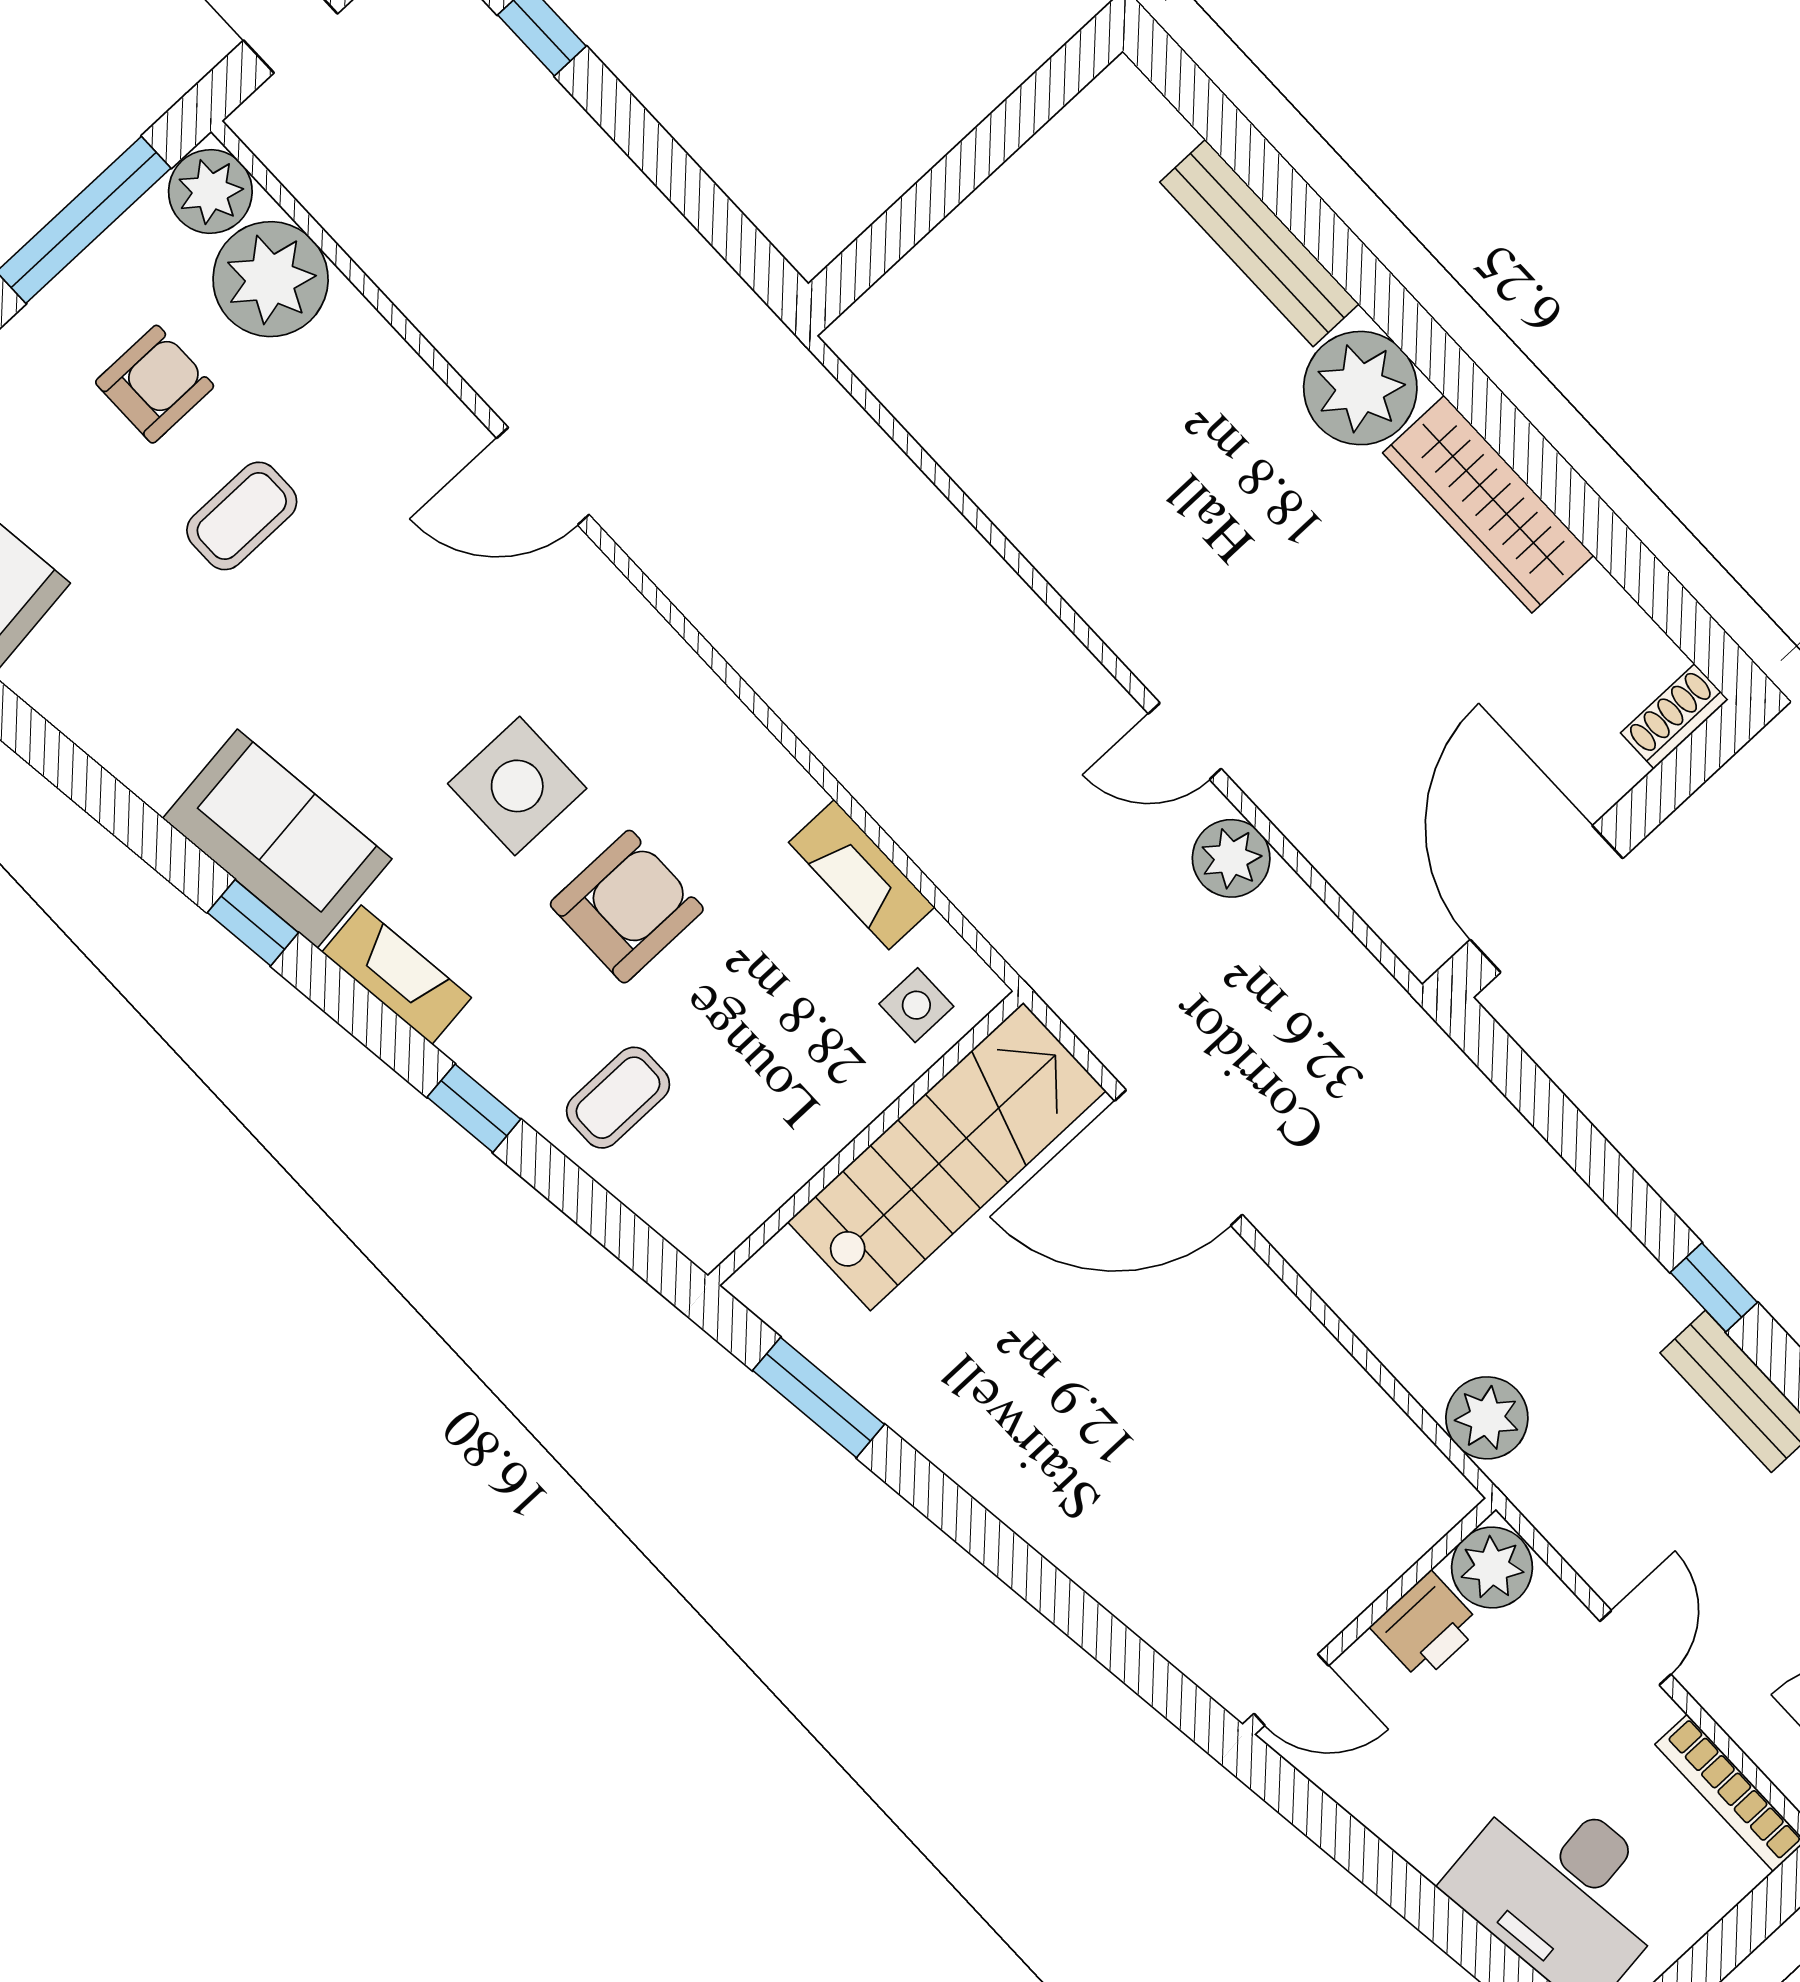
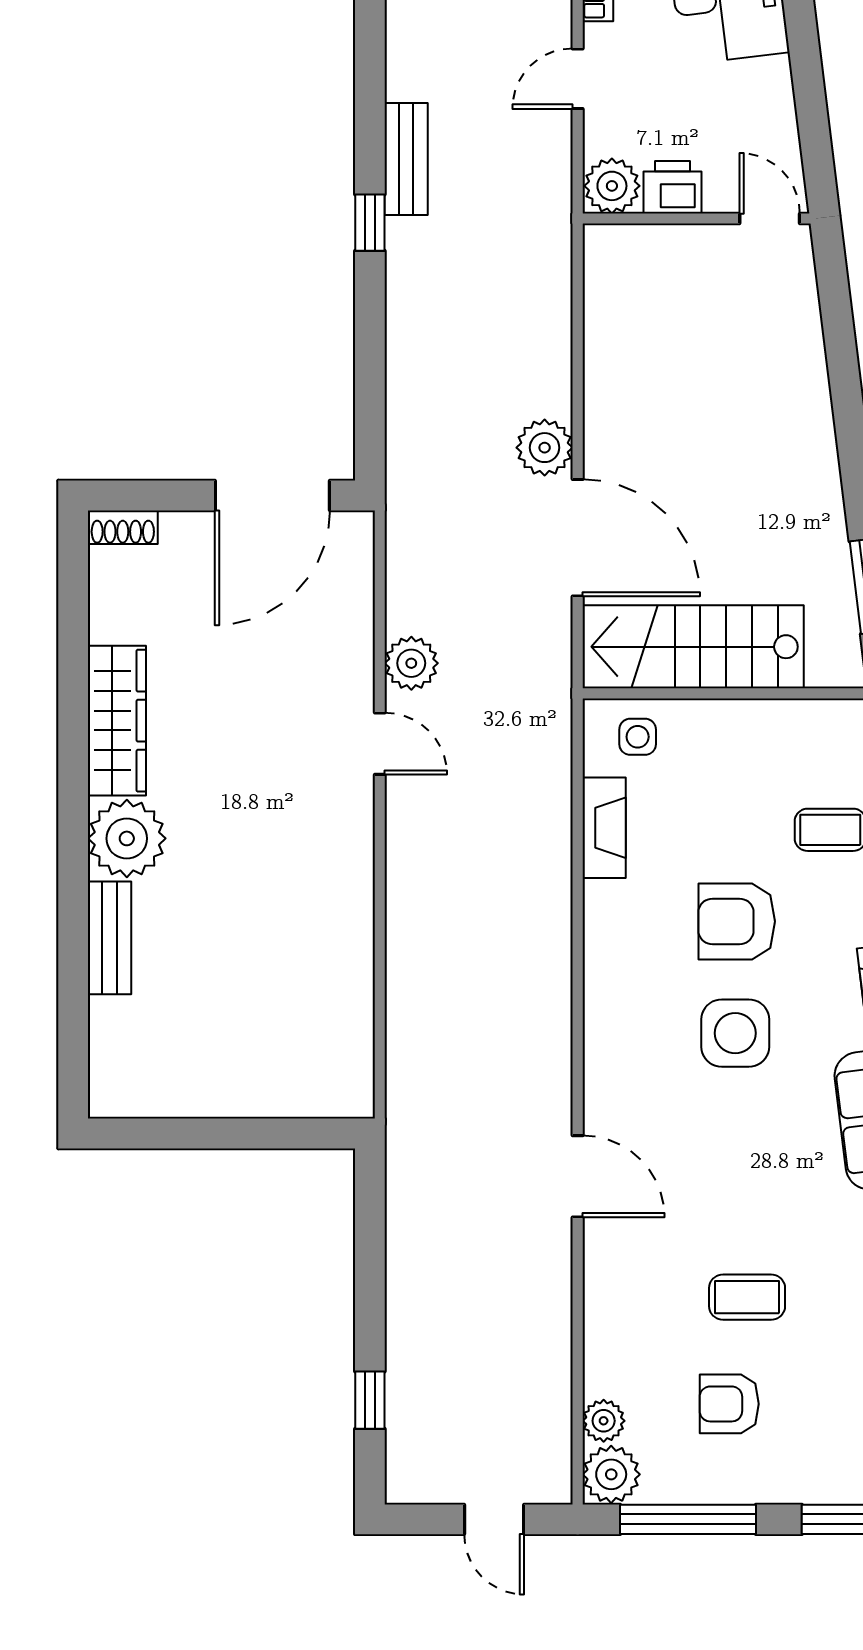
bench: (1259, 243) -> (110, 938), width x0.73
plant: (271, 279) -> (604, 1421), width x0.53, depth x0.53
plant: (1487, 1418) -> (545, 448), moved

